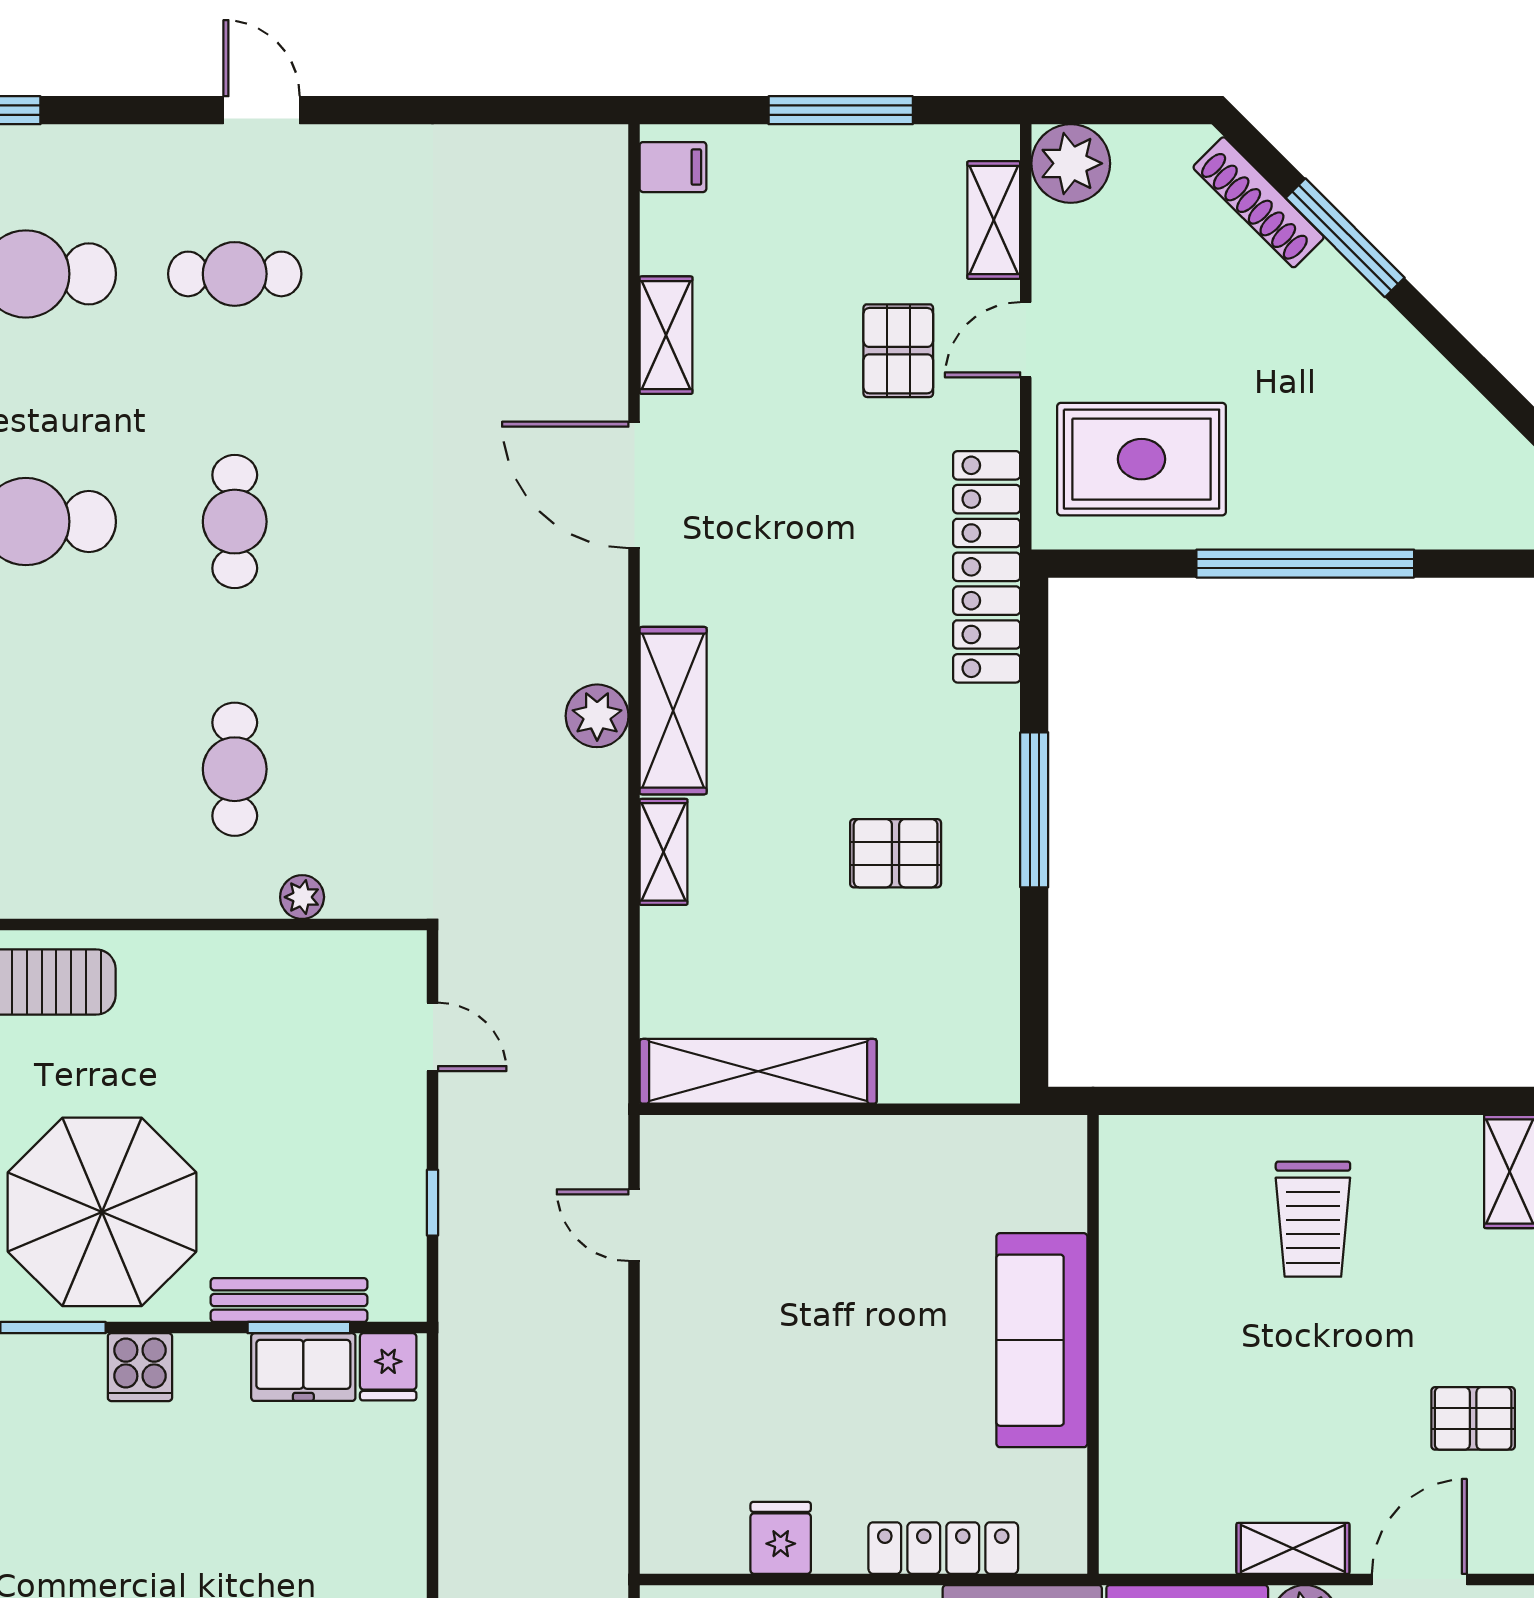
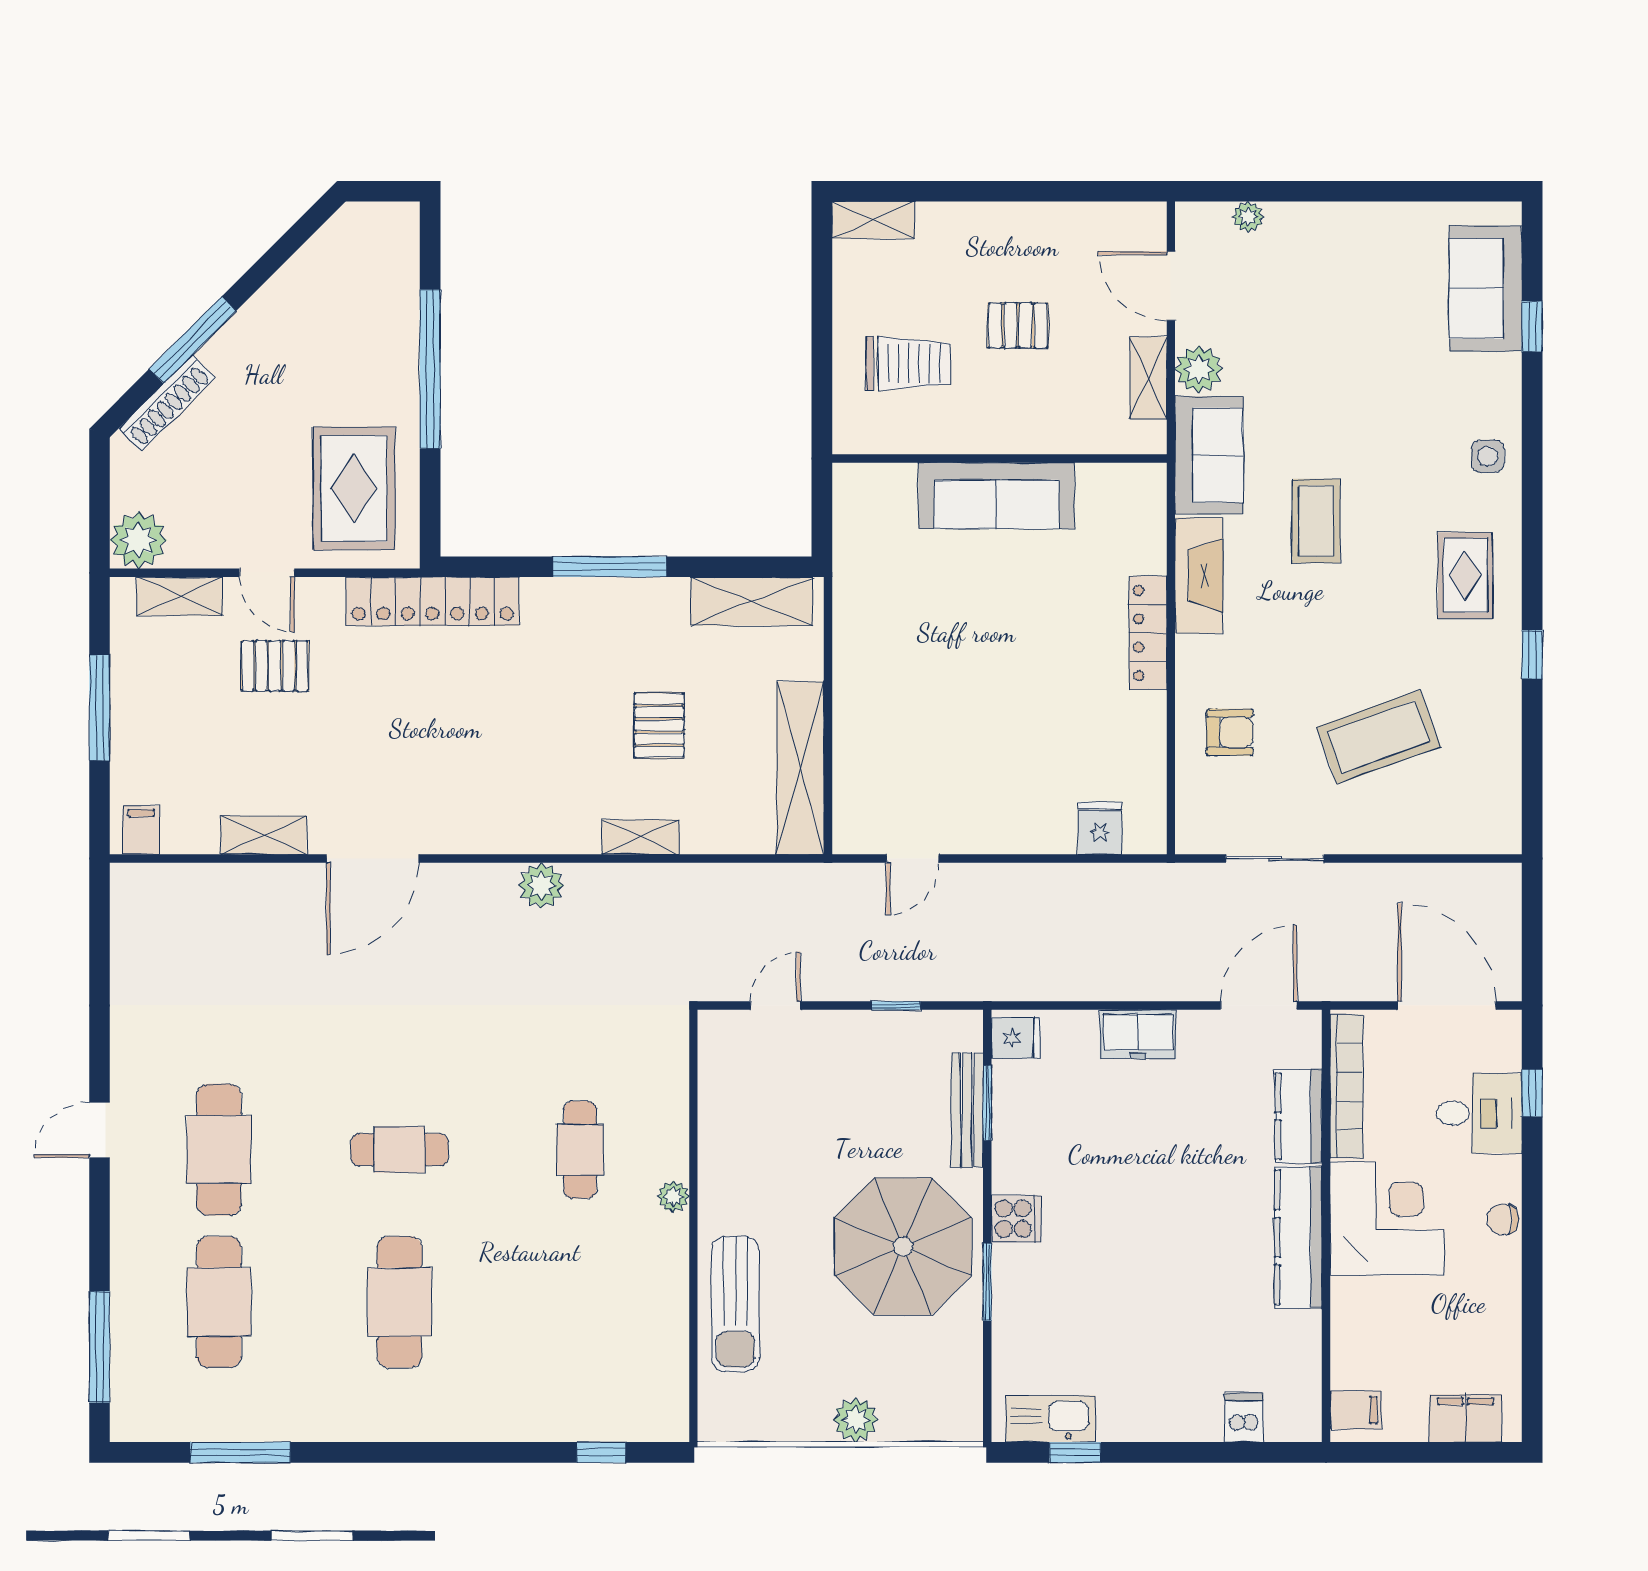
cafe table: (235, 274) -> (219, 1150), width x1.37, depth x1.35
shelving: (673, 711) -> (752, 601), moved
cafe table: (235, 769) -> (580, 1150), turned 90
pallet: (896, 853) -> (659, 725), moved
plant: (302, 897) -> (673, 1196), moved
sofa: (1042, 1340) -> (996, 496), moved
wall: (1093, 1344) -> (999, 459), moved
freezer: (303, 1367) -> (1138, 1034), moved, turned 90
pallet: (1473, 1418) -> (1018, 325), moved, turned 90
fridge: (781, 1538) -> (1100, 828), moved, turned 90

